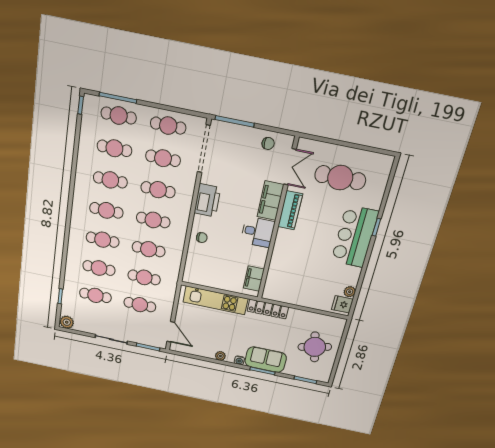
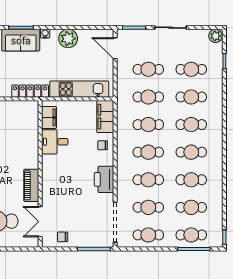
filing cabinet: (270, 201) -> (105, 117), moved, turned 180
desk: (258, 232) -> (55, 142), moved
plant: (220, 356) -> (68, 39), width x1.88, depth x1.88

